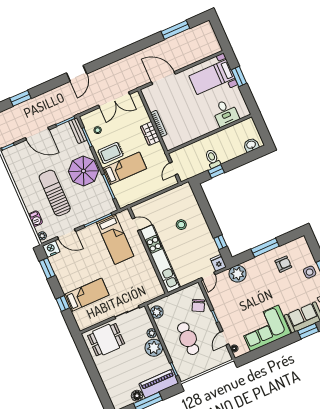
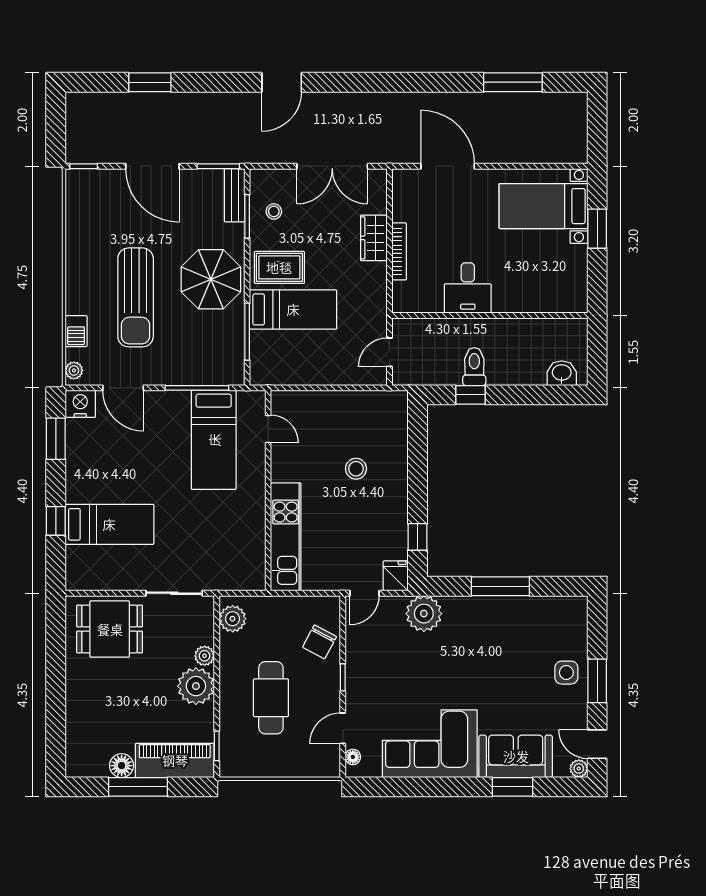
desk: (225, 113) -> (468, 288), moved
wardrobe: (150, 134) -> (374, 238), moved
sun lounger: (55, 193) -> (136, 297), turned 180
kitchen unit: (160, 259) -> (286, 537), width x0.73
armchair: (283, 264) -> (522, 634), removed

